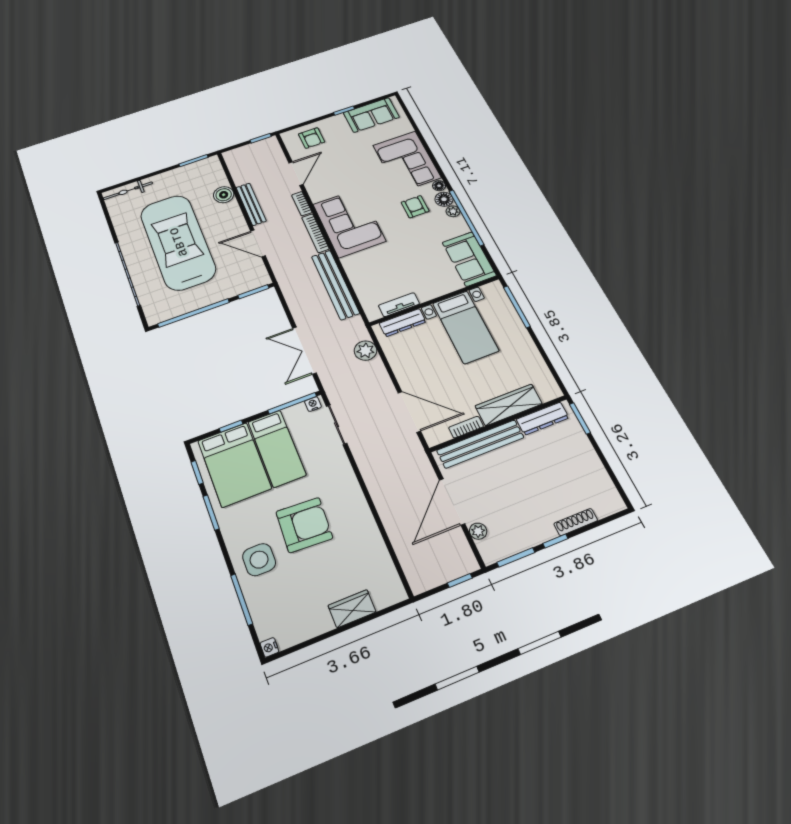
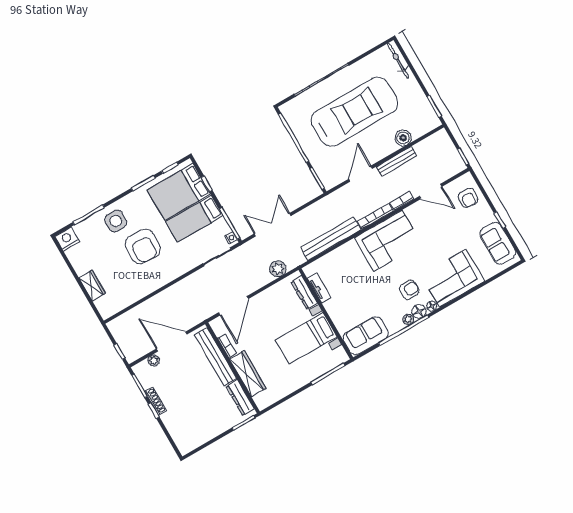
armchair: (312, 138) -> (468, 198), turned -85
shoe rack: (576, 522) -> (156, 401), moved
nightstand: (269, 647) -> (67, 239), width x1.89, depth x1.79

